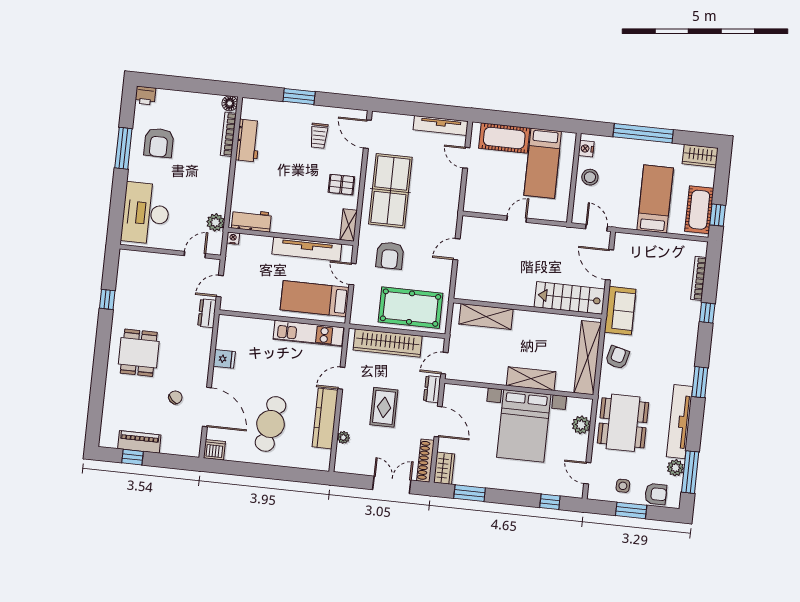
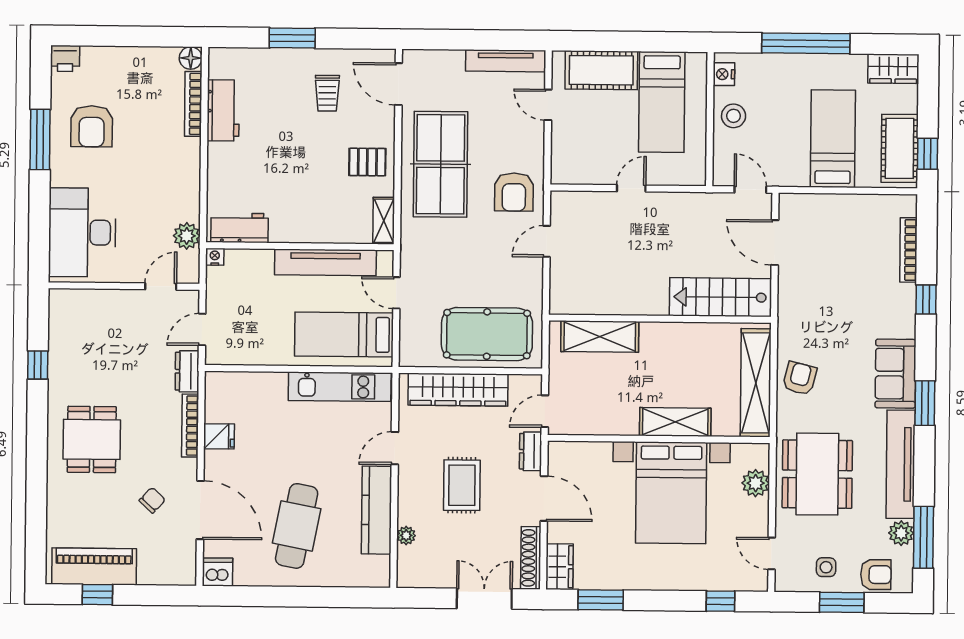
armchair: (390, 255) -> (514, 192), moved
sofa: (620, 311) -> (895, 374), moved, turned 180
bookcase: (206, 350) -> (190, 426), added
piano: (139, 442) -> (94, 566), width x1.37, depth x1.33

